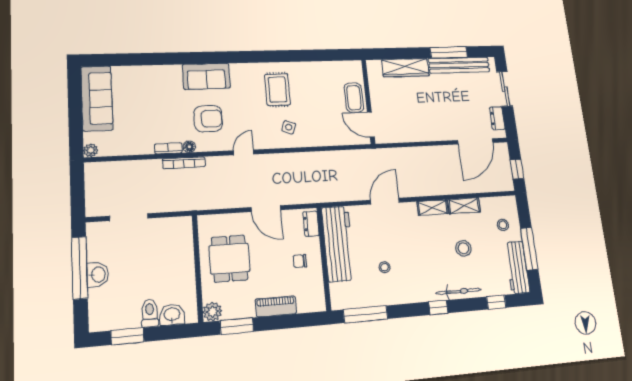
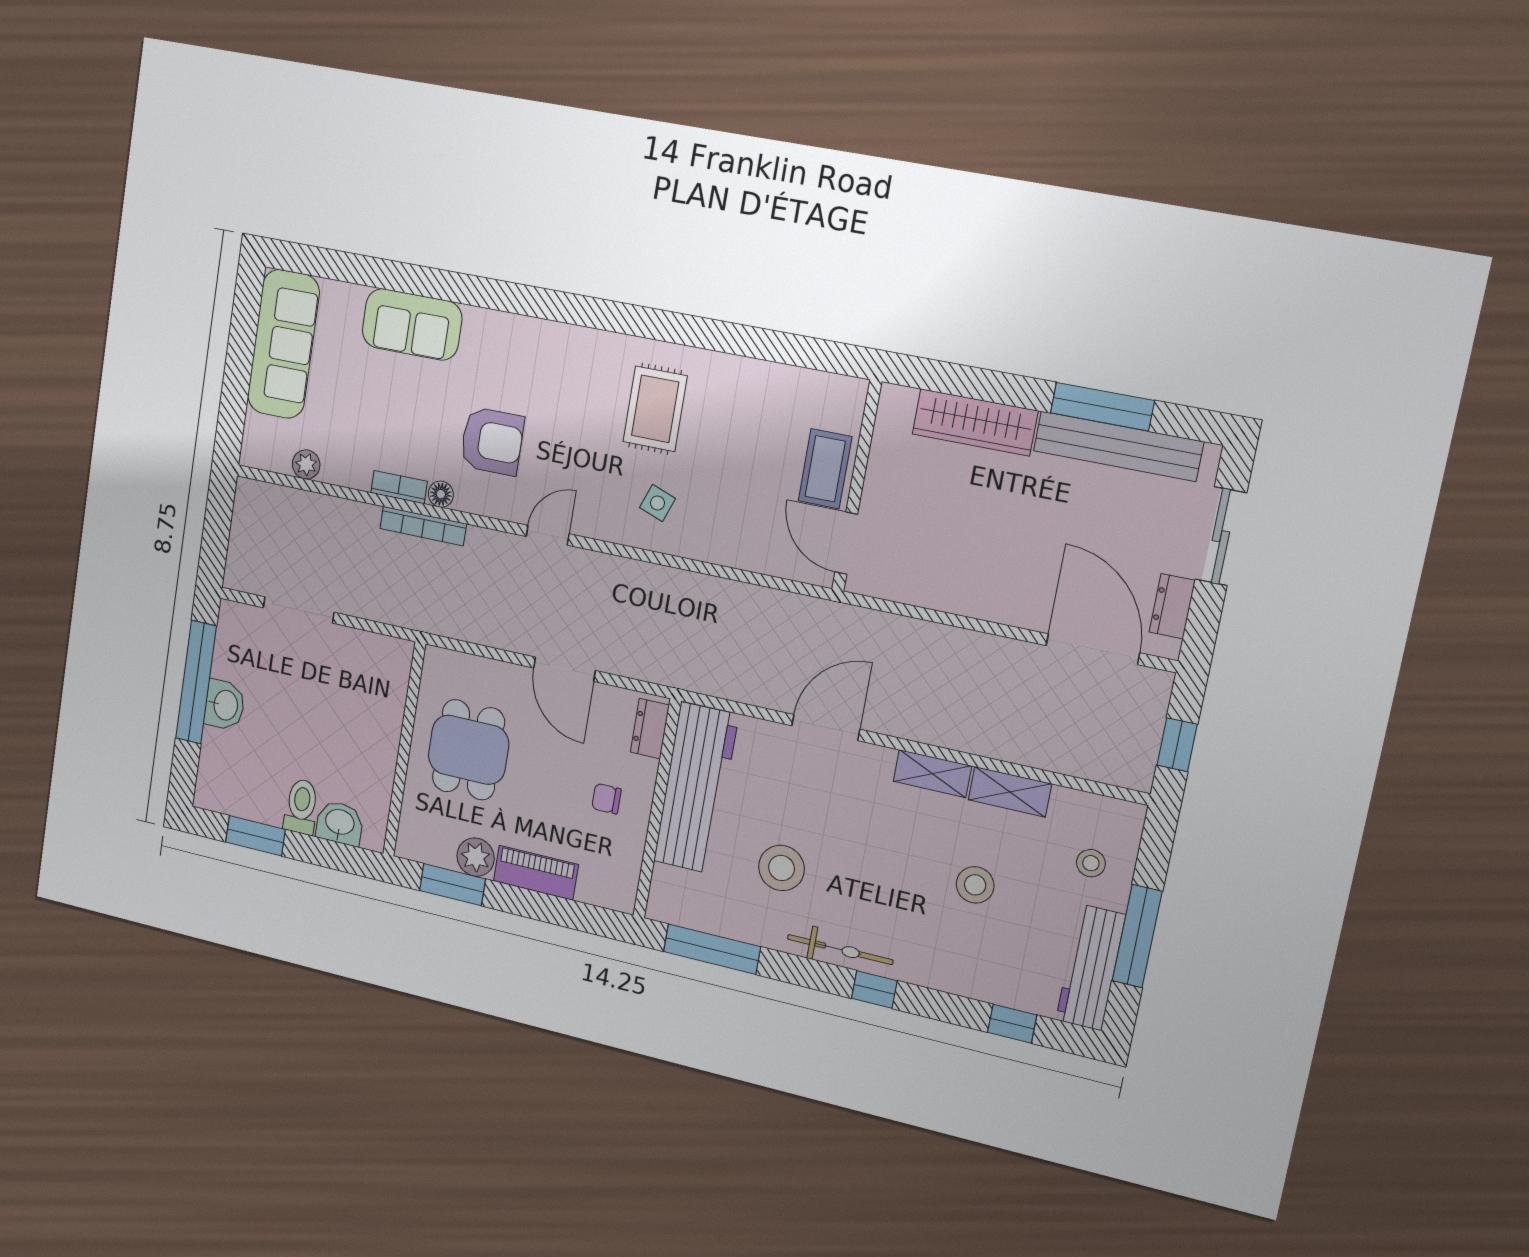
sofa: (206, 76) -> (412, 324), moved
door: (475, 141) -> (1093, 649), swing flipped
plant: (91, 150) -> (306, 464), moved
stool: (384, 267) -> (781, 868), width x1.89, depth x1.89
bicycle: (459, 291) -> (840, 950), moved
plant: (212, 312) -> (476, 857), moved

